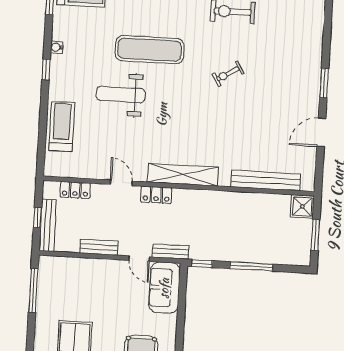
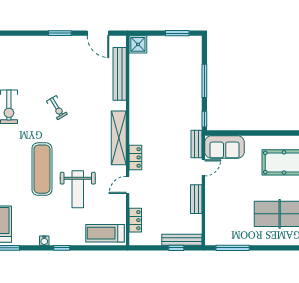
shelving: (183, 175) -> (119, 138), moved
bench: (266, 180) -> (120, 74), moved
door: (121, 183) -> (128, 185), moved
wall: (179, 186) -> (128, 140), moved
locker: (75, 190) -> (135, 220), moved
locker: (156, 195) -> (135, 157), moved
shower: (302, 206) -> (138, 44), moved

